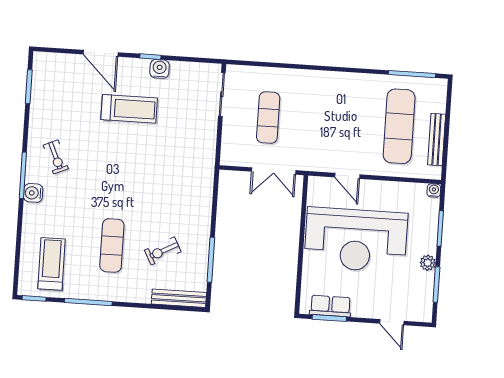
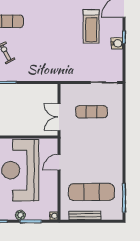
plant: (428, 263) -> (20, 215), moved

